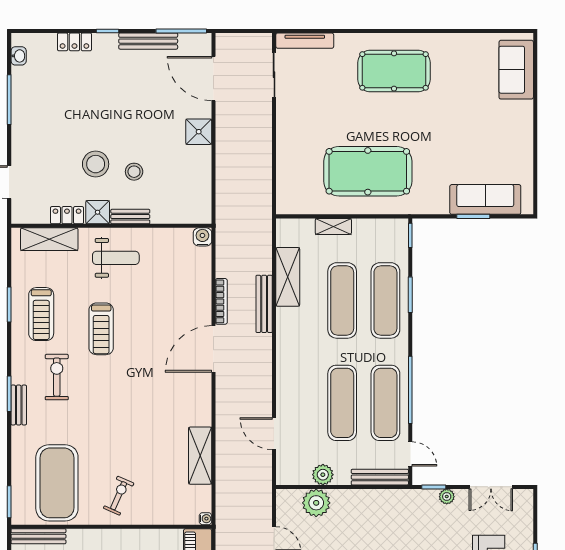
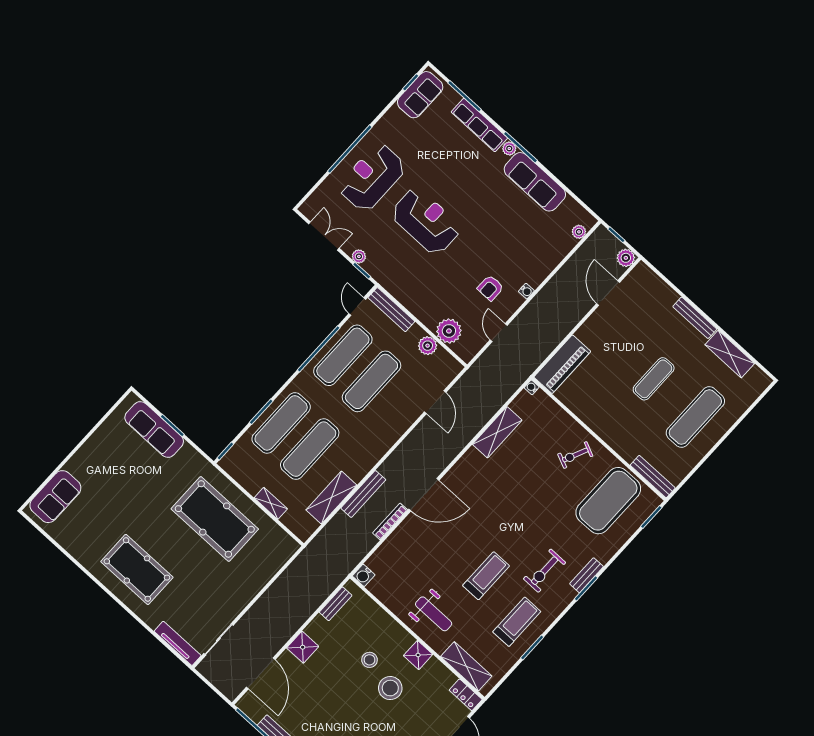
locker: (67, 215) -> (466, 695), moved
bench: (130, 217) -> (336, 604), moved, turned 90
weight bench: (116, 258) -> (434, 614), turned 180

